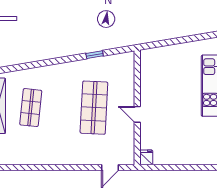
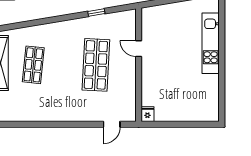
door: (137, 114) -> (139, 49), moved

